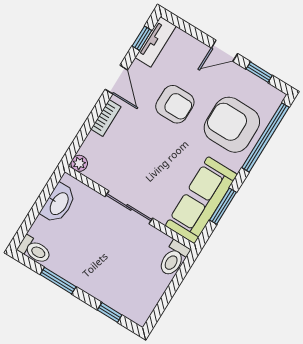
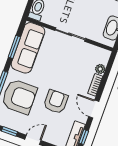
armchair: (175, 104) -> (56, 102), turned 90
plant: (79, 163) -> (100, 69), moved

